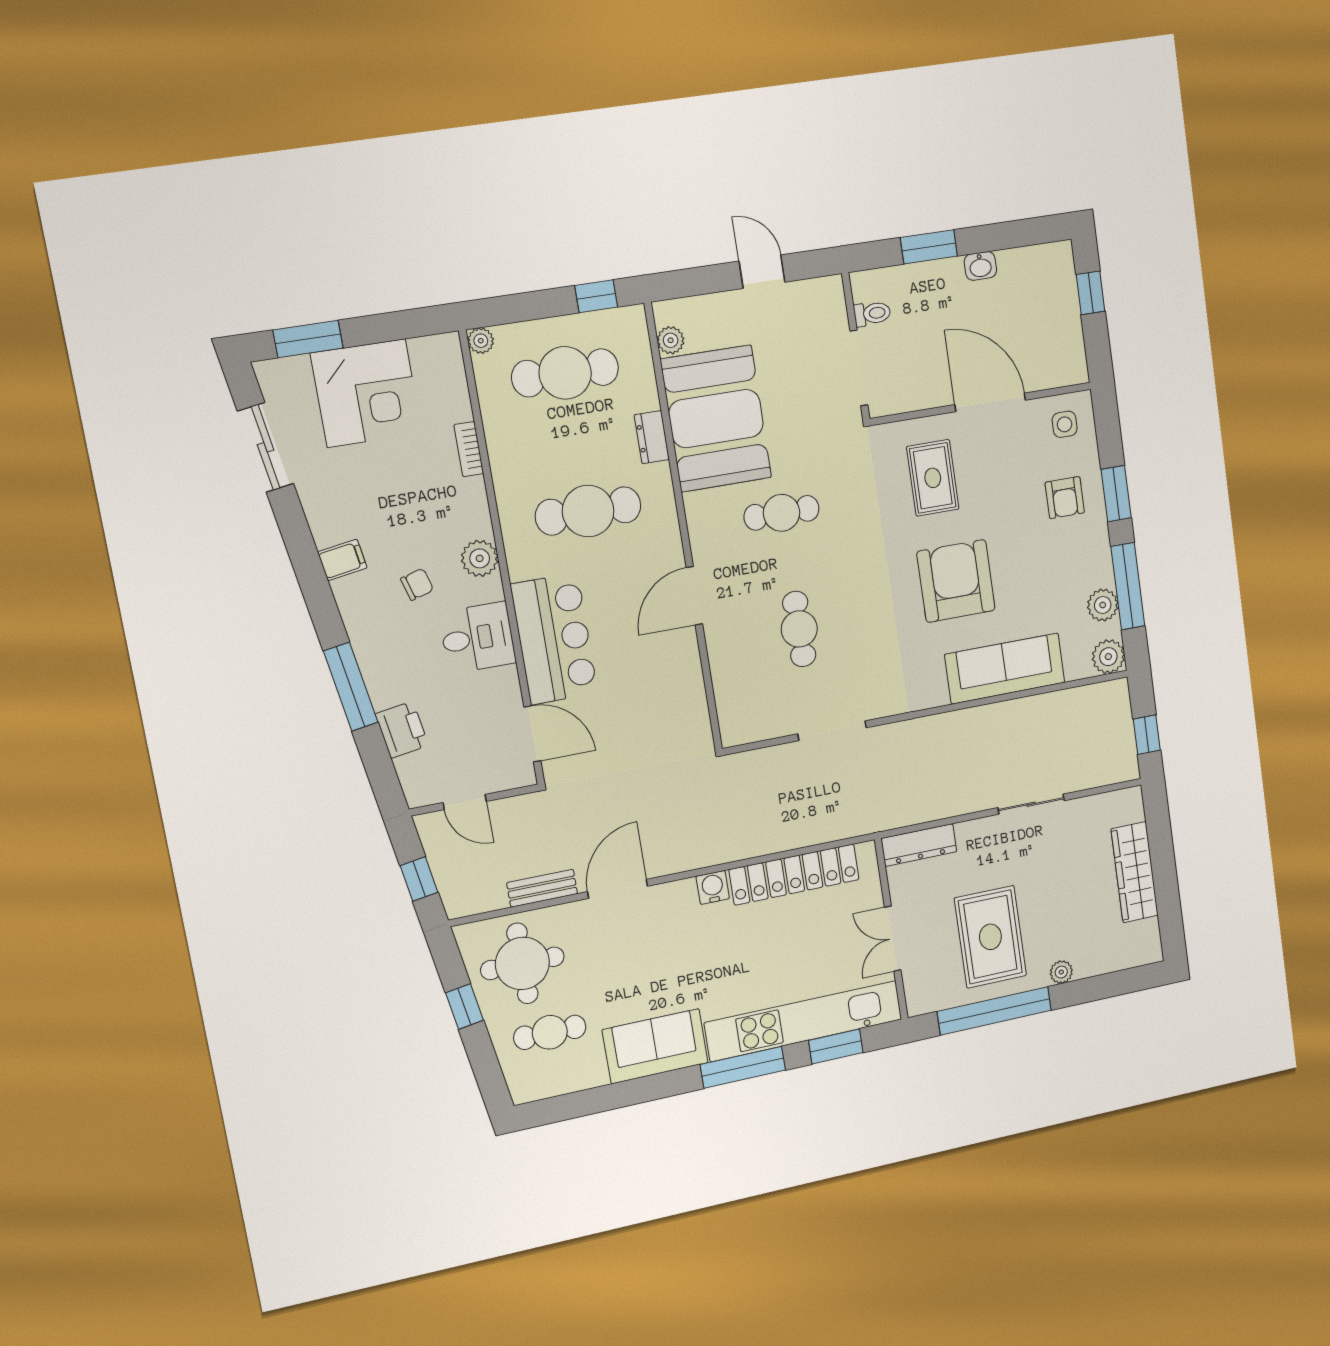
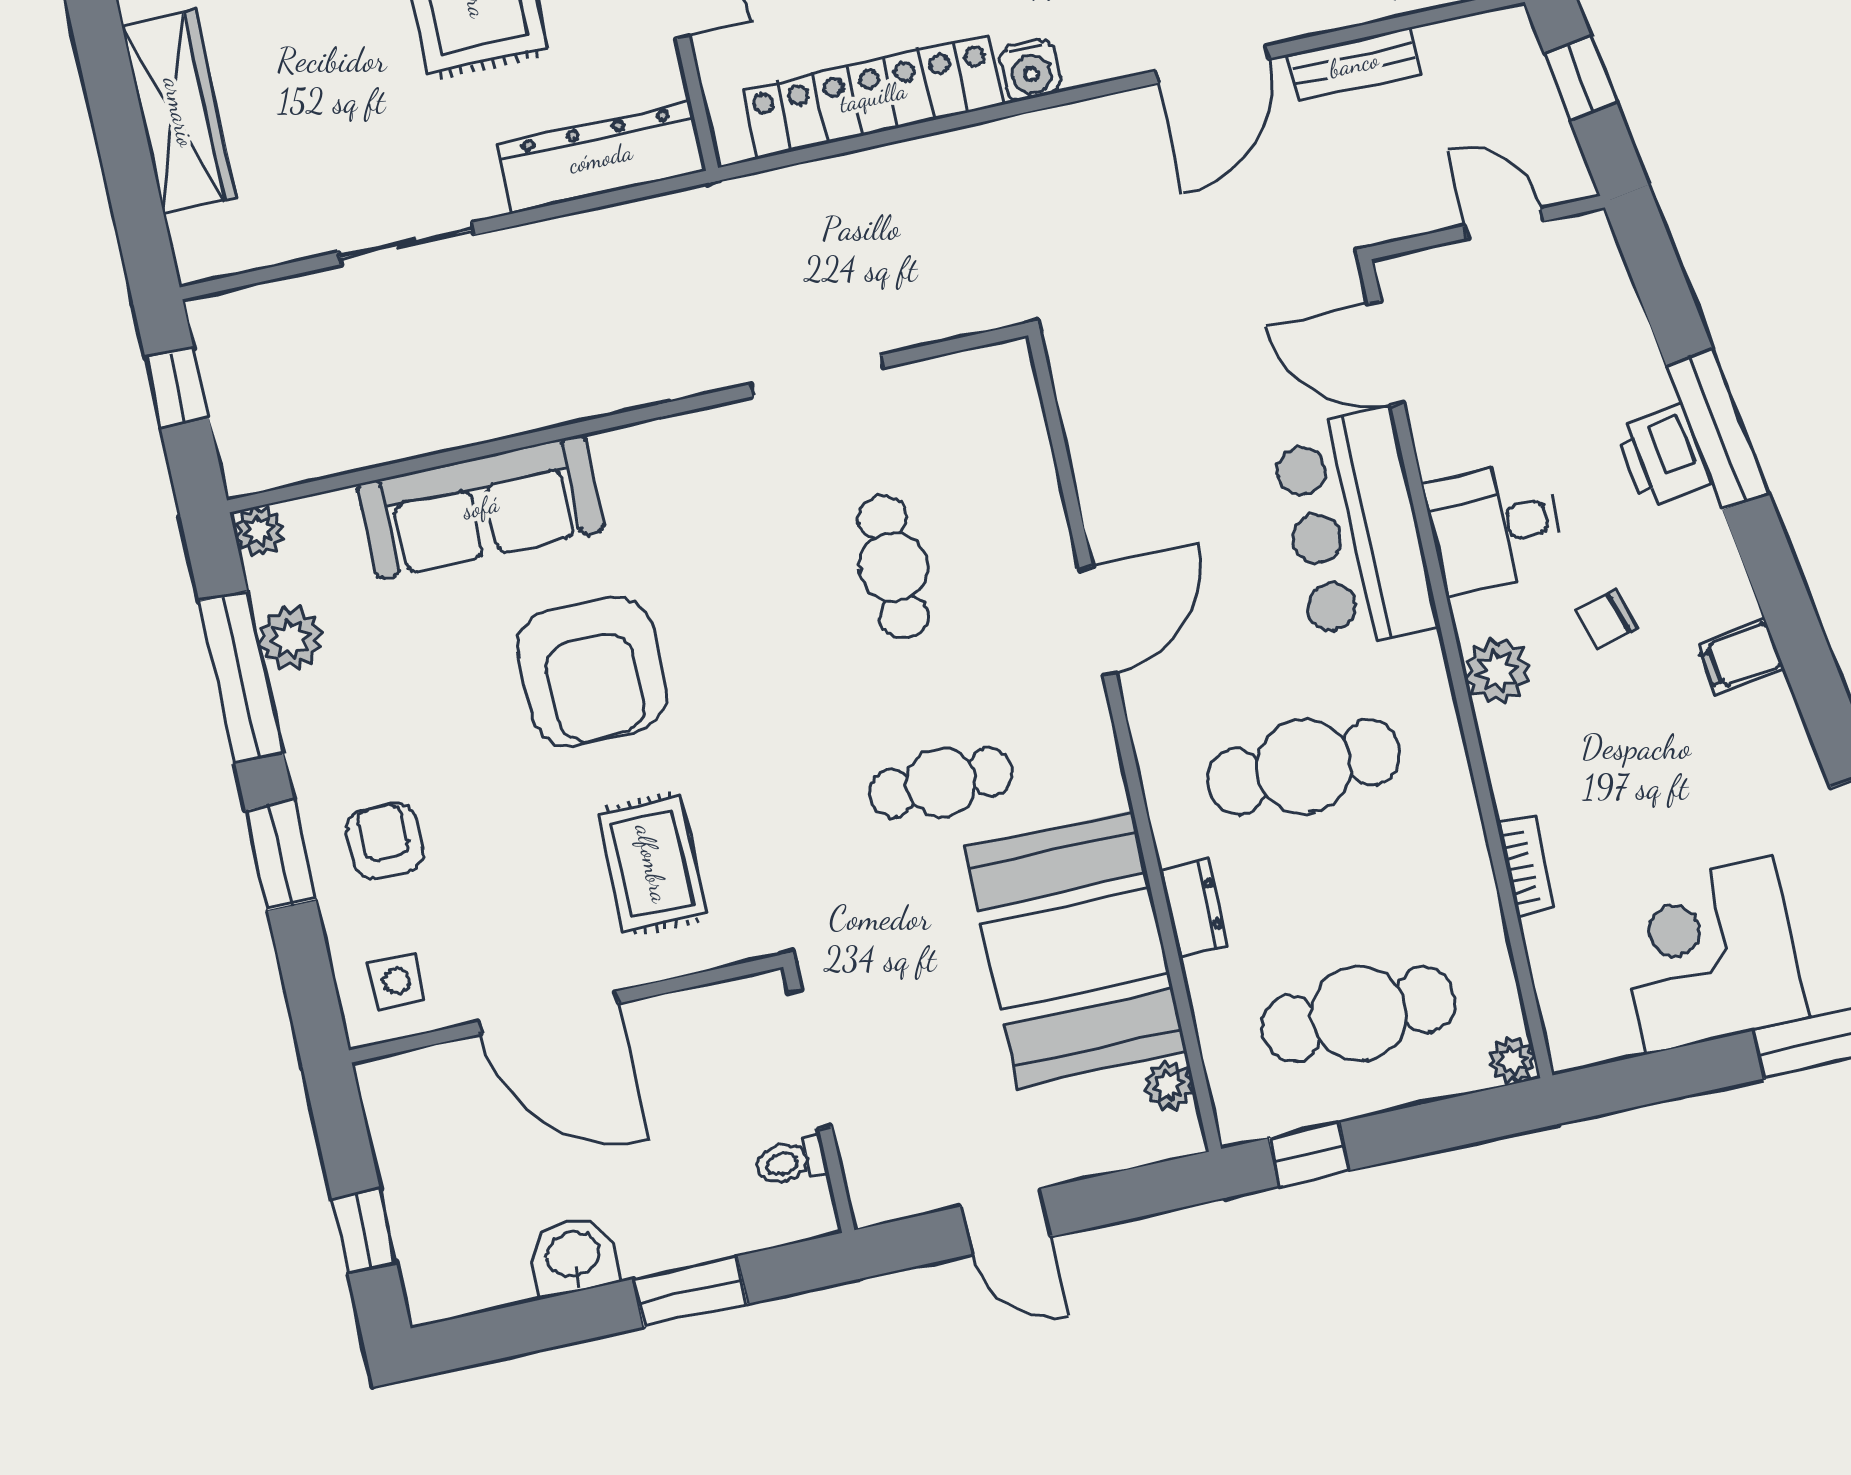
washbasin: (980, 266) -> (574, 1256), width x1.38, depth x1.45
plant: (1108, 657) -> (259, 531), width x0.73, depth x0.73
printer: (402, 730) -> (1663, 456), moved
dresser: (919, 845) -> (601, 158), width x1.37, depth x1.24

